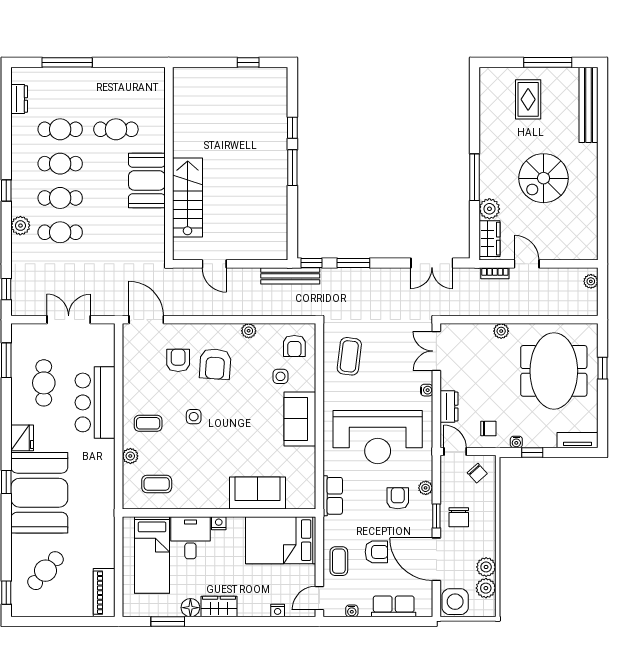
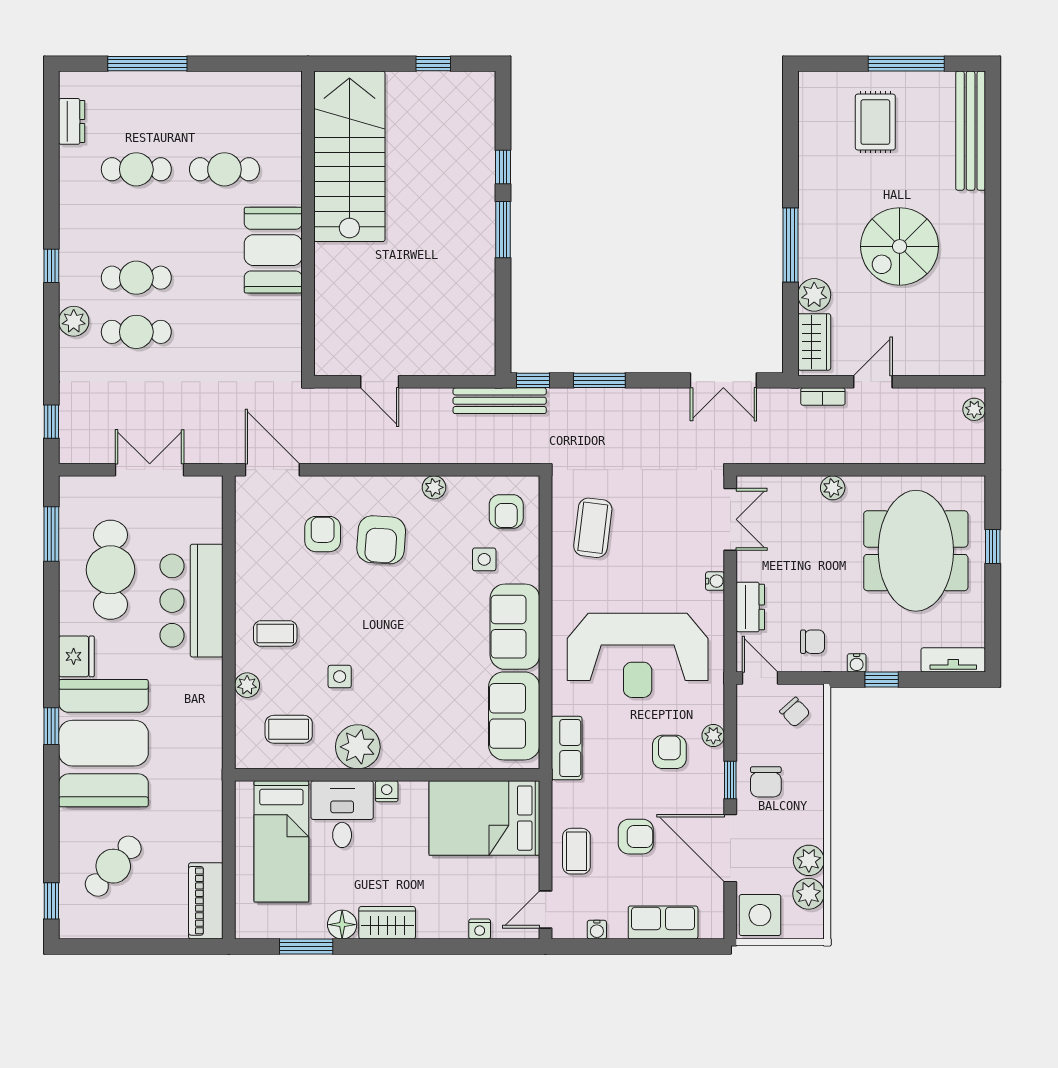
cafe table: (60, 164) -> (136, 223), removed
stairs: (188, 197) -> (349, 156), moved, width x1.36, depth x1.51
door: (527, 264) -> (873, 382), hinge flipped
double door: (436, 351) -> (730, 519), swing flipped
cafe table: (44, 383) -> (111, 570), width x1.37, depth x1.35
side table: (194, 417) -> (340, 677), moved
sofa: (258, 493) -> (514, 716), moved, turned -90
plant: (200, 495) -> (358, 747), added

